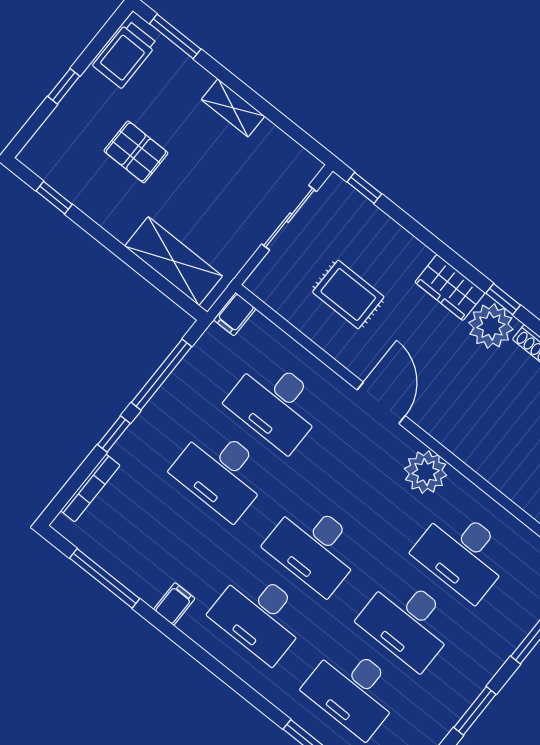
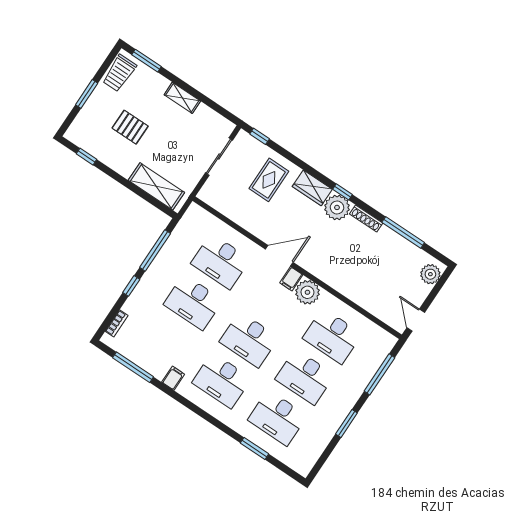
window: (64, 86) -> (87, 94), width x1.50
rug: (348, 294) -> (269, 180), moved, turned 90
filing cabinet: (235, 314) -> (291, 279), moved
door: (381, 403) -> (279, 256), hinge flipped
bookcase: (90, 488) -> (117, 323), width x0.64

